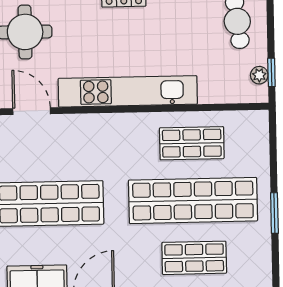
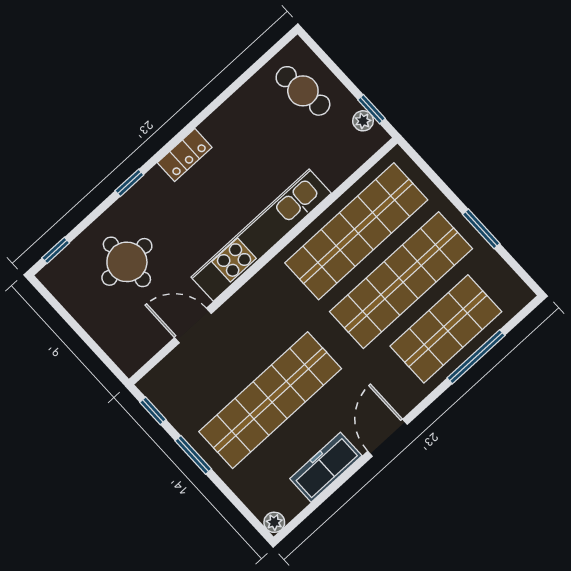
shop shelf: (192, 143) -> (356, 231), width x2.00, depth x1.36
shop shelf: (194, 258) -> (446, 329), width x1.43, depth x1.36

